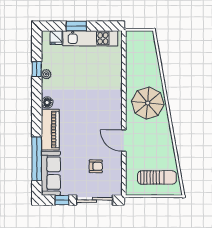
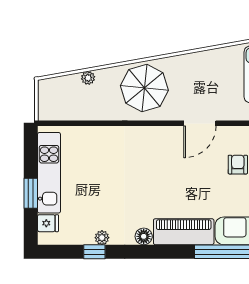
plant: (155, 65) -> (88, 78), added

